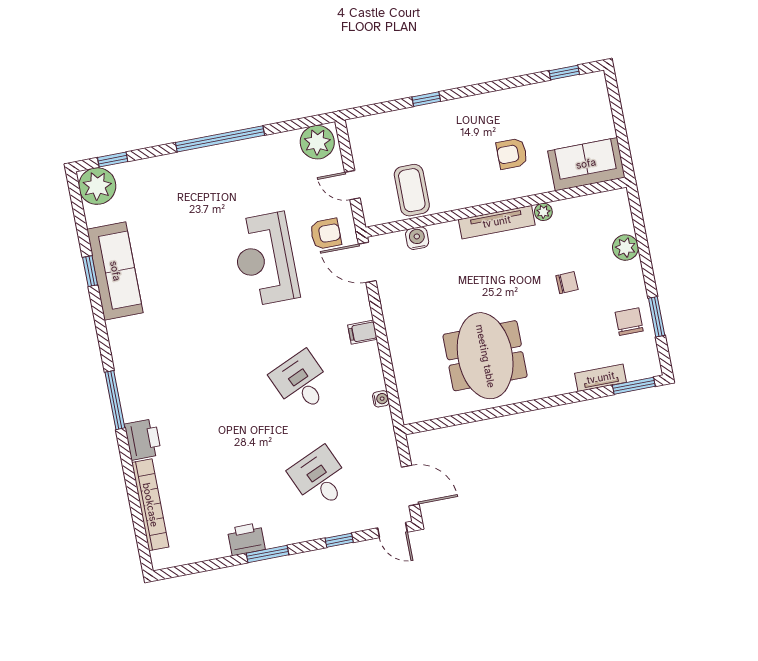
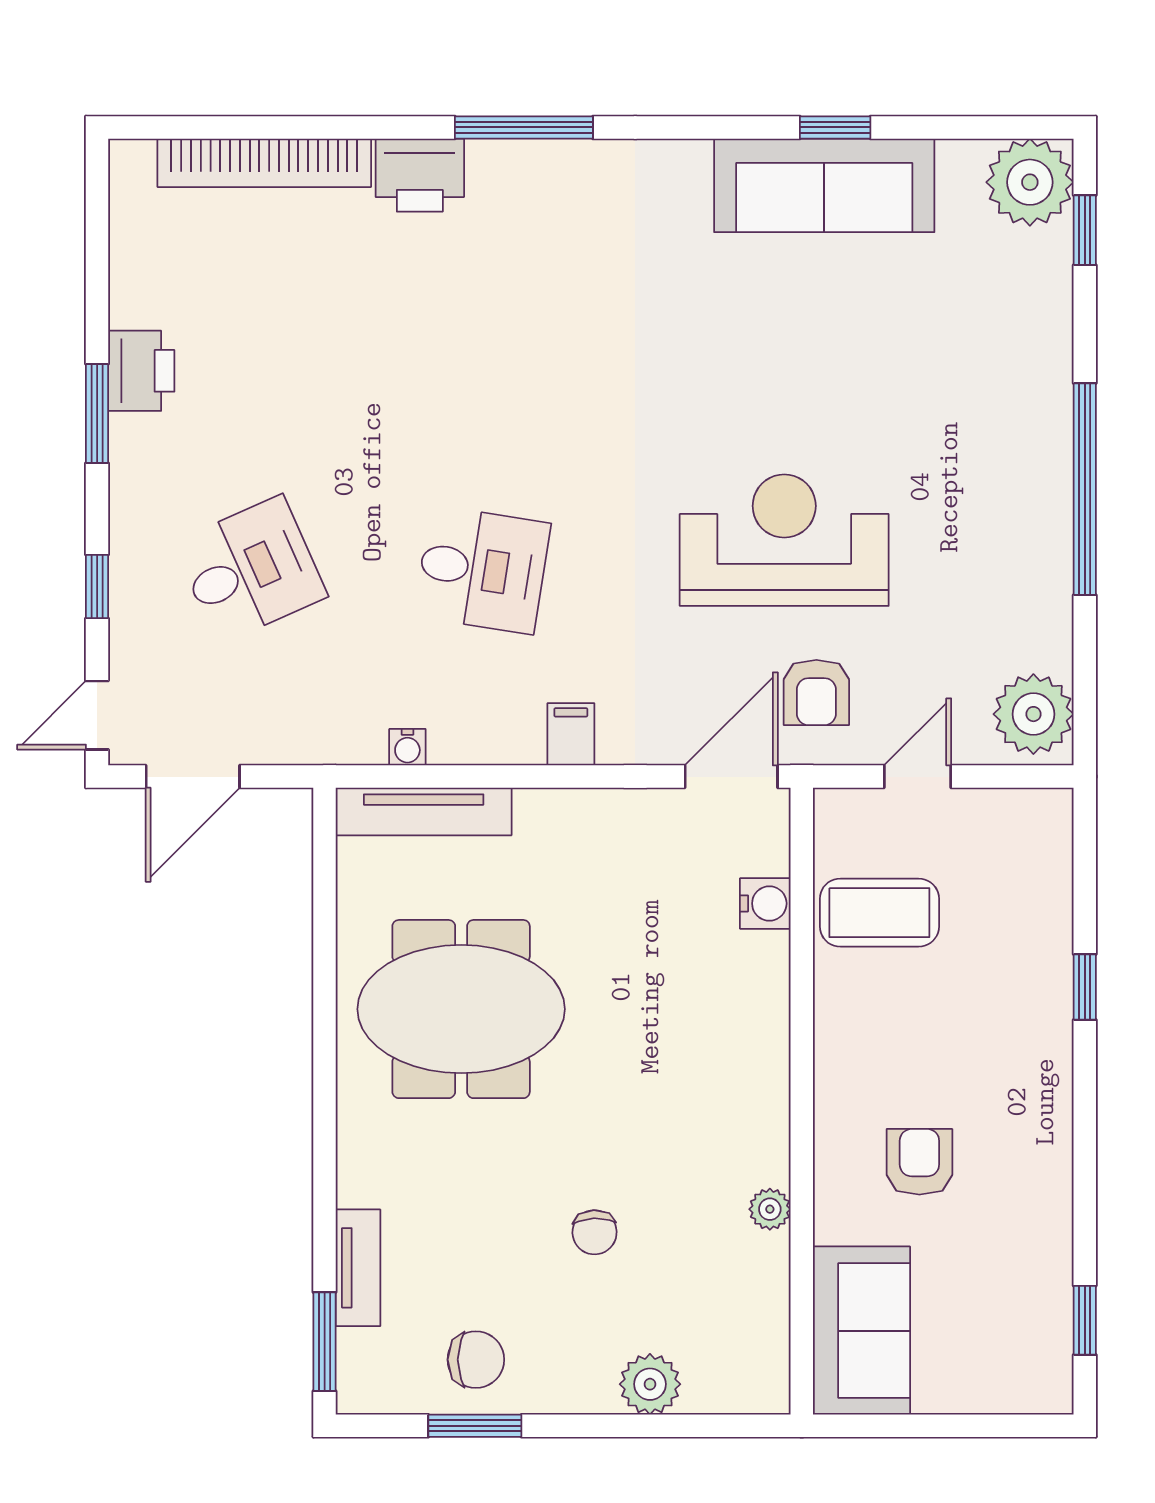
tv unit: (497, 222) -> (424, 811), moved, turned -90
desk: (301, 382) -> (482, 570), turned 33

